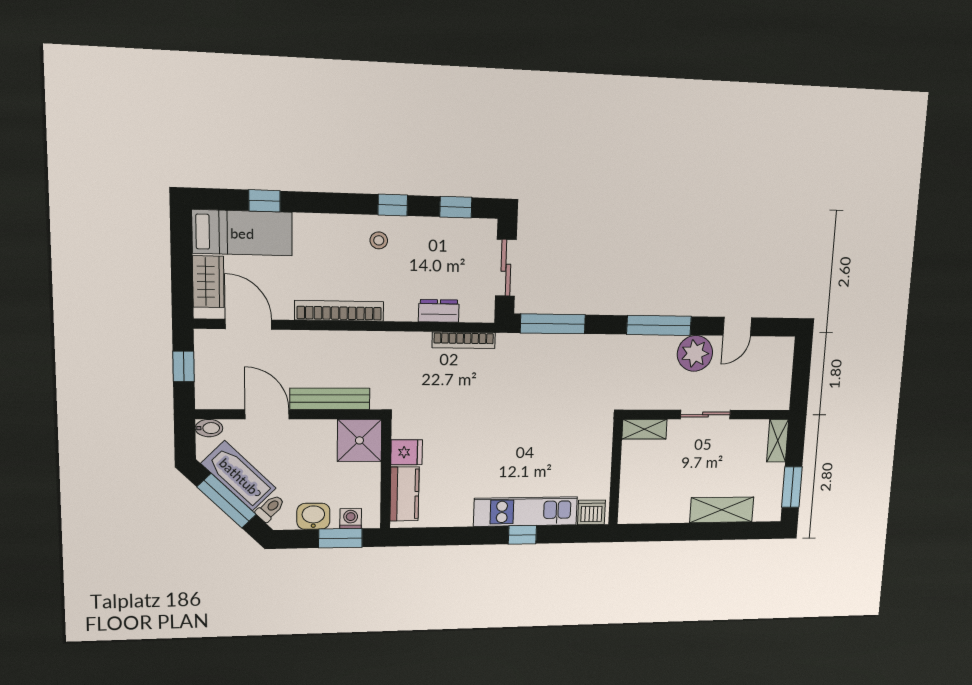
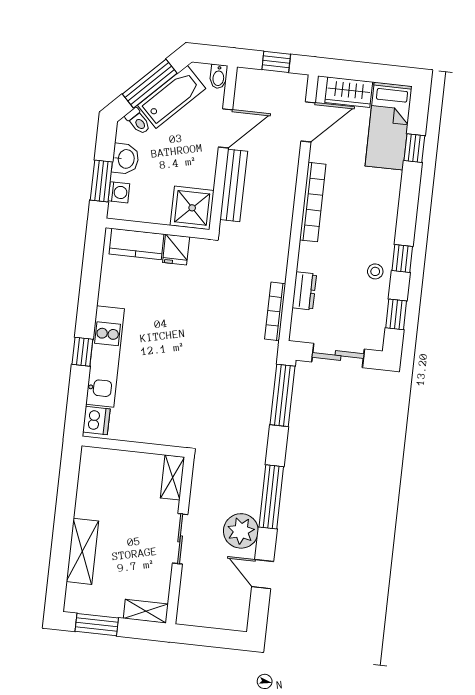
stool: (379, 240) -> (375, 271), moved

